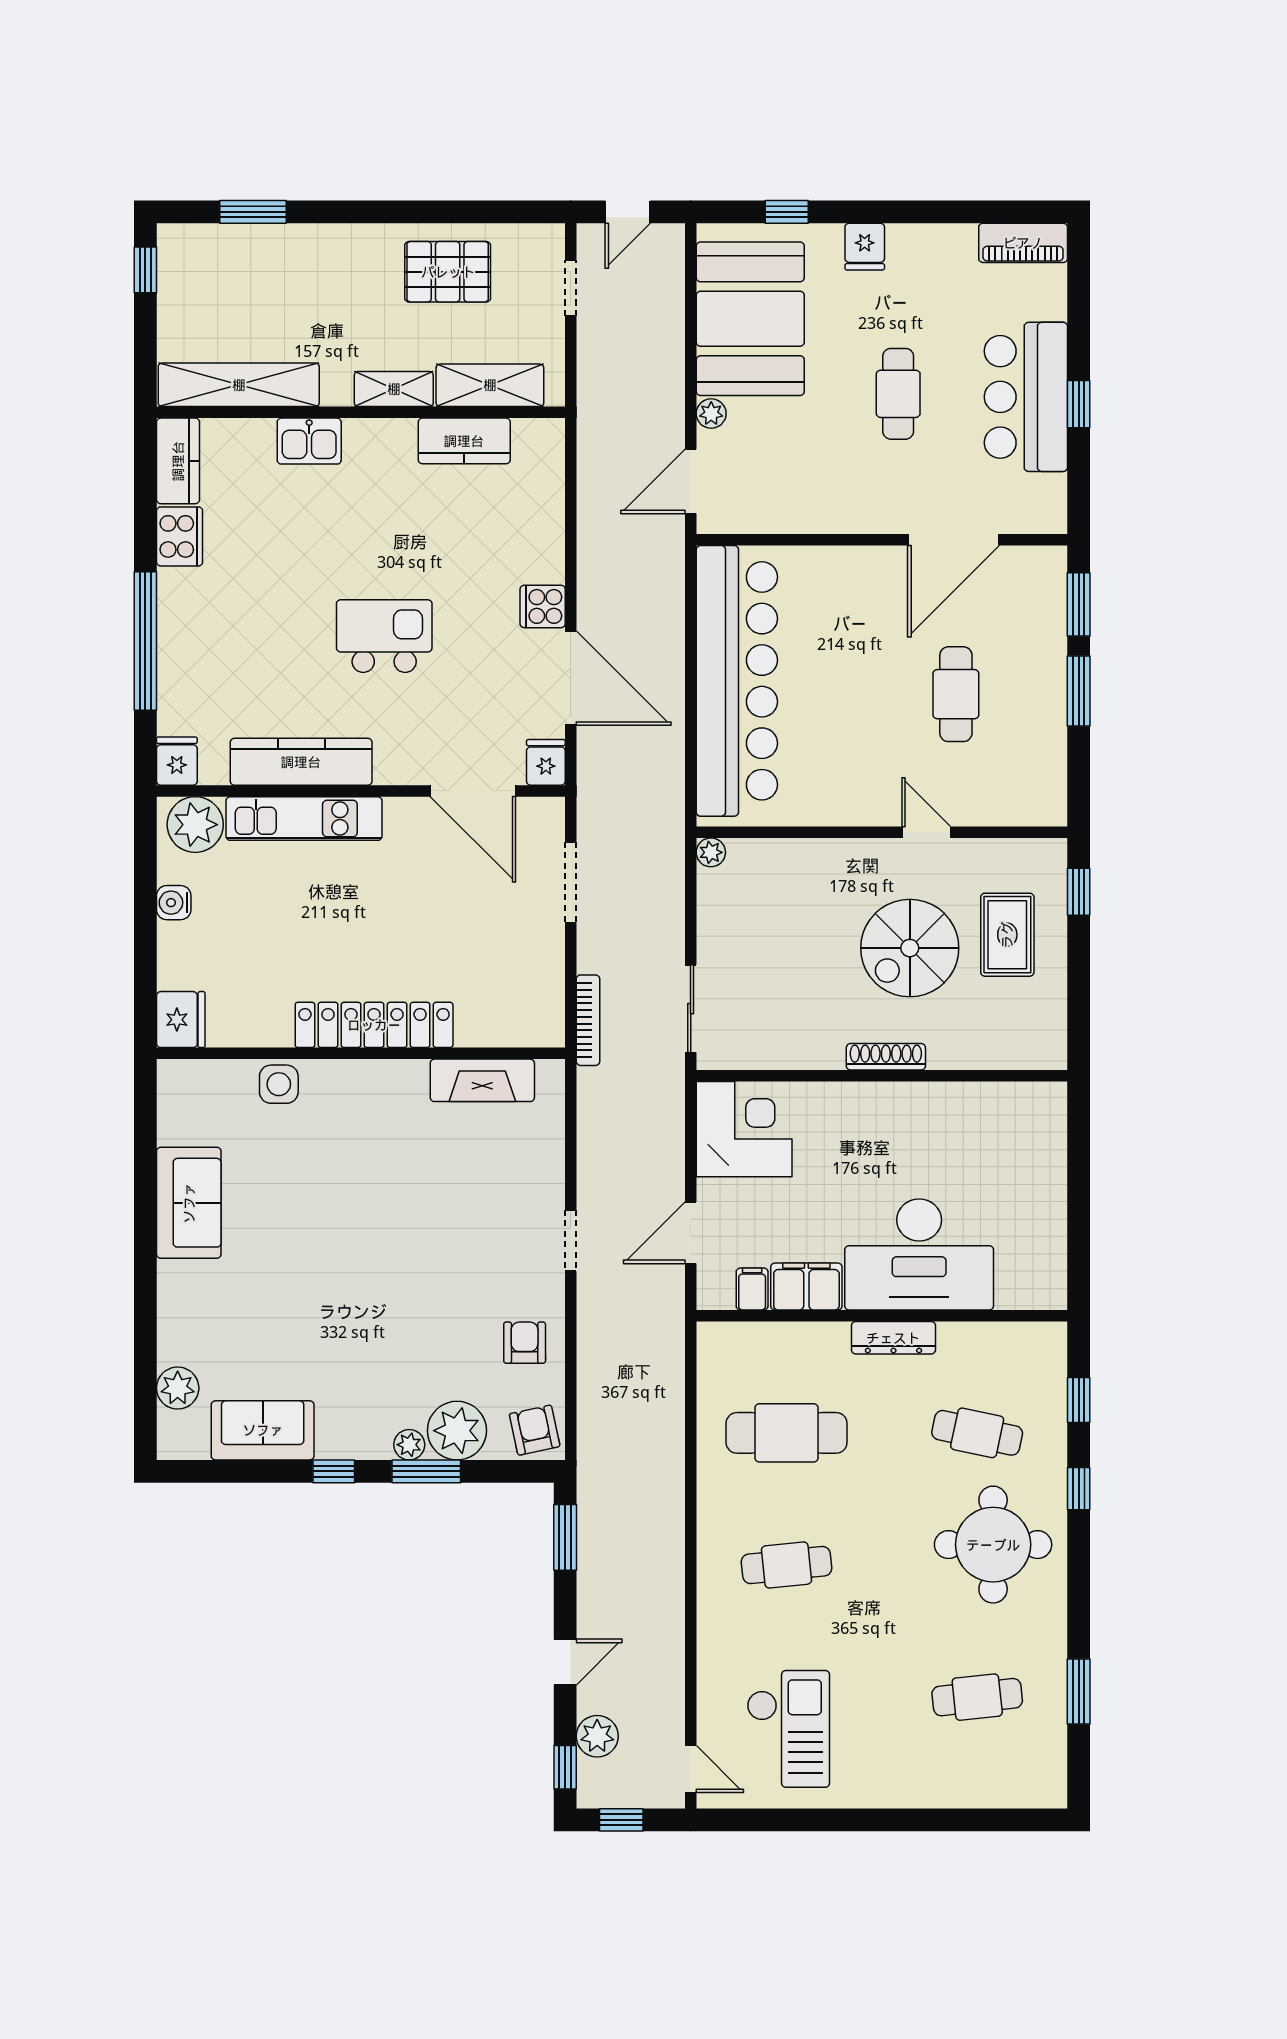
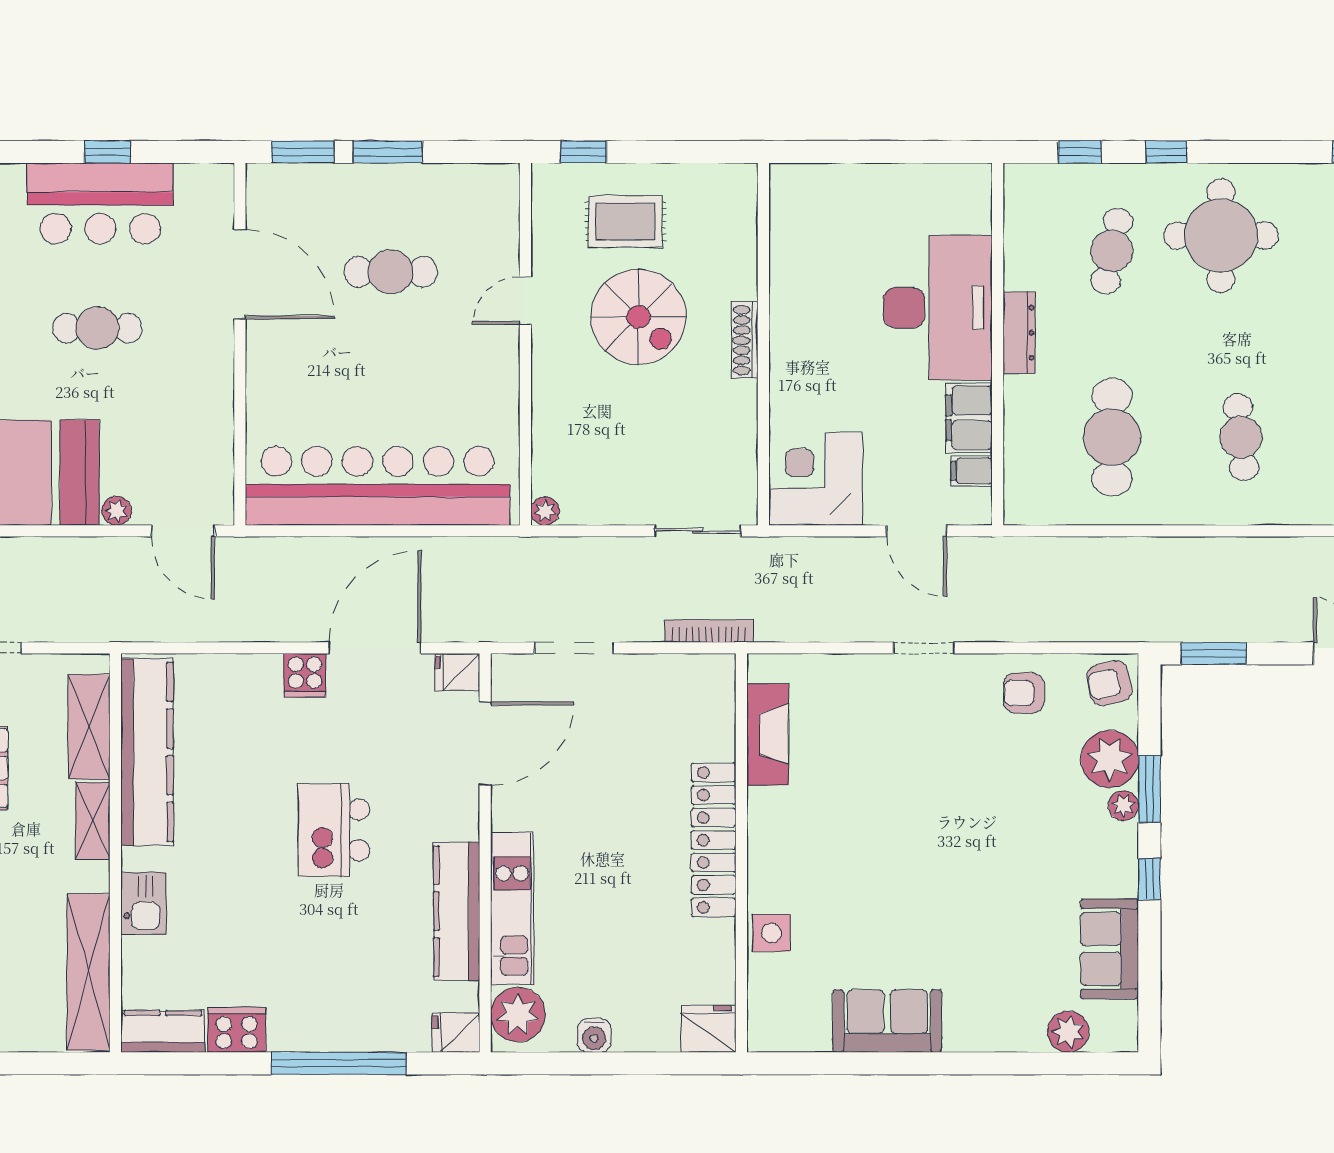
kitchen counter: (464, 441) -> (147, 752), width x2.08, depth x1.17

